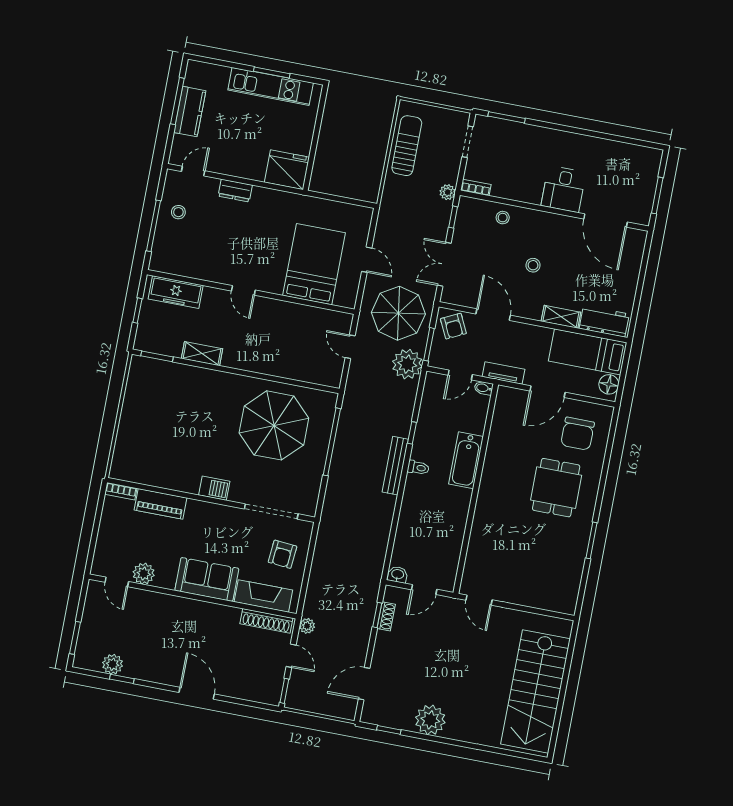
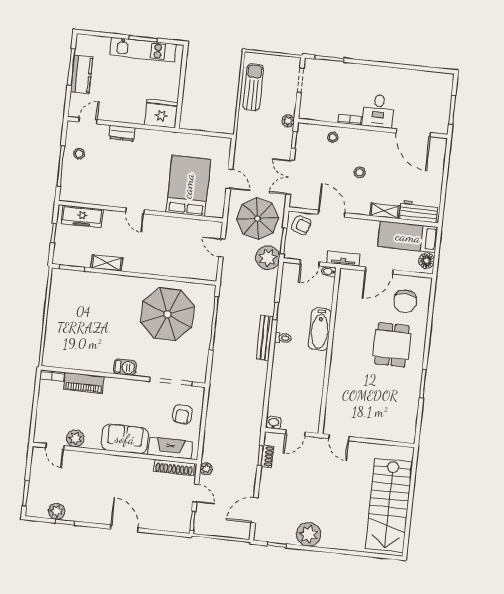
bookcase: (476, 187) -> (350, 120), moved
armchair: (453, 326) -> (301, 225), turned -46

